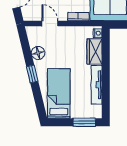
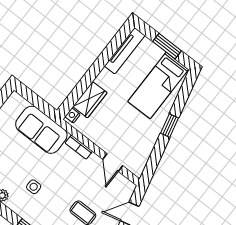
floor lamp: (38, 53) -> (147, 142), removed
tv unit: (97, 85) -> (125, 51), moved
window: (84, 122) -> (167, 46), moved

